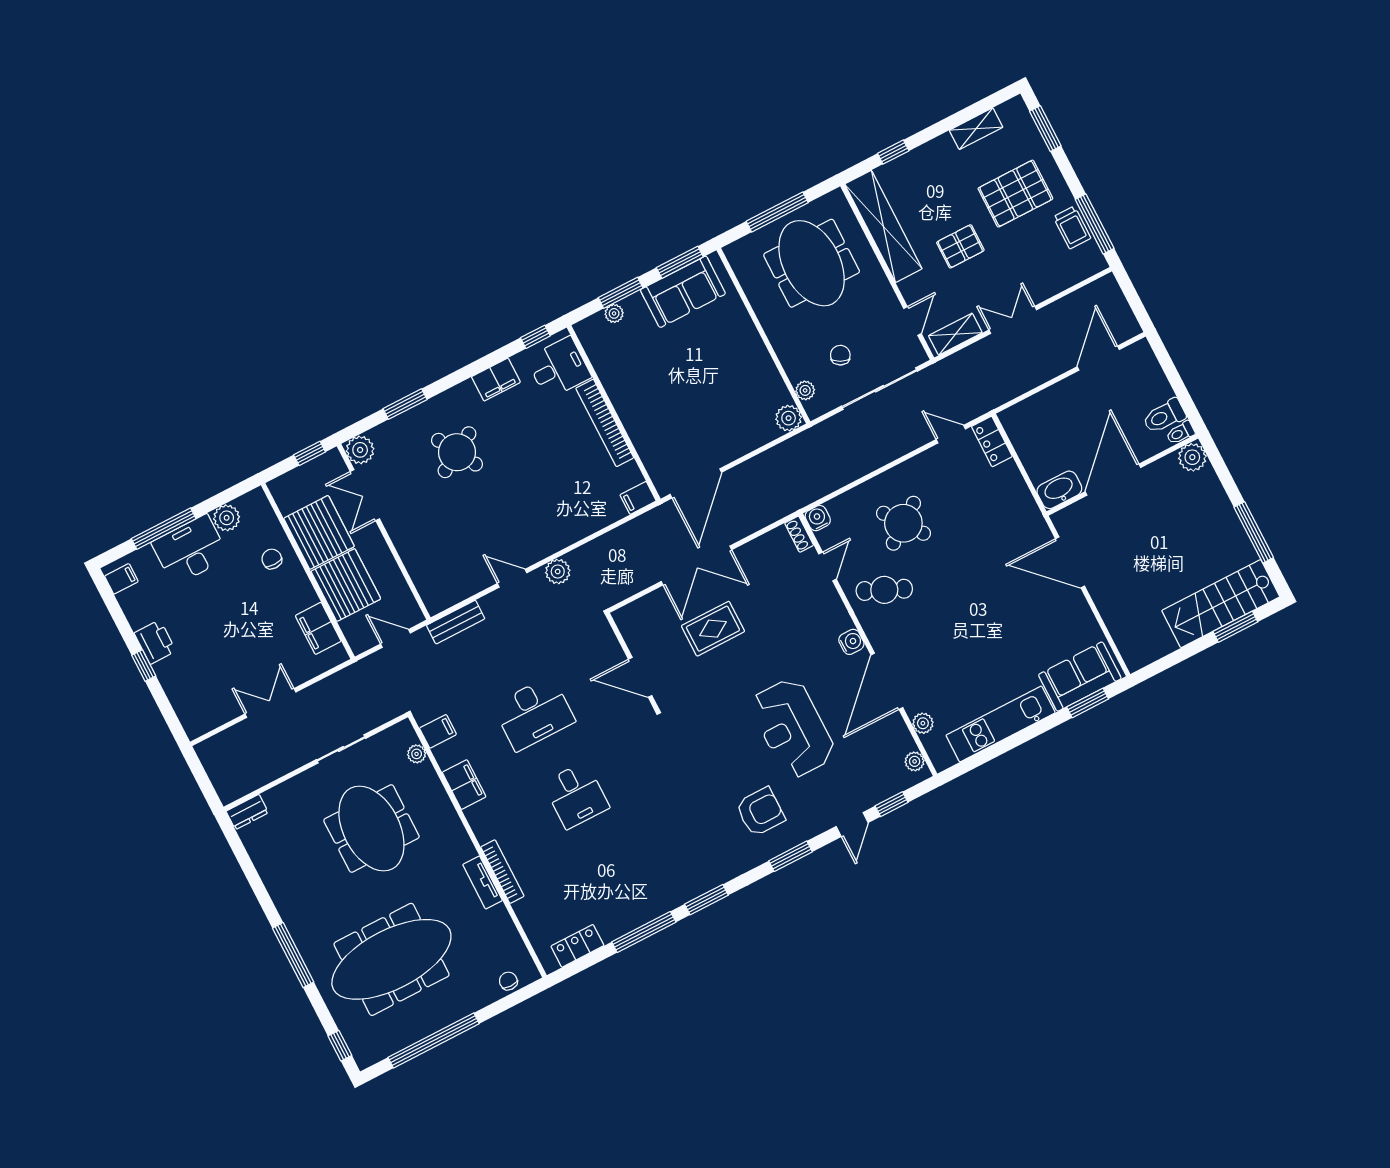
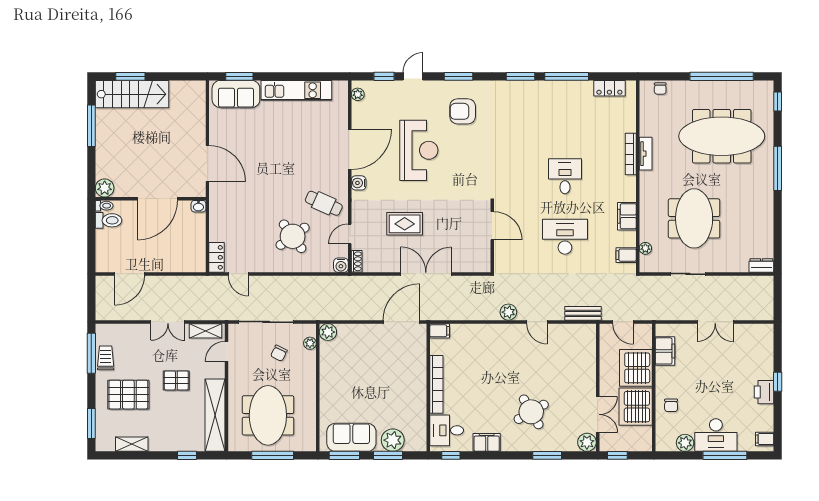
plant: (614, 313) -> (393, 440), width x1.88, depth x1.88
washbasin: (1059, 490) -> (198, 206), width x0.52, depth x0.69
rug: (713, 629) -> (405, 224), moved
plant: (923, 723) -> (341, 114), removed

